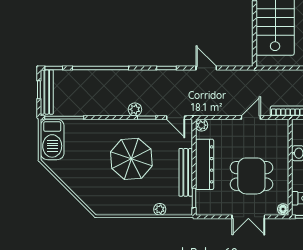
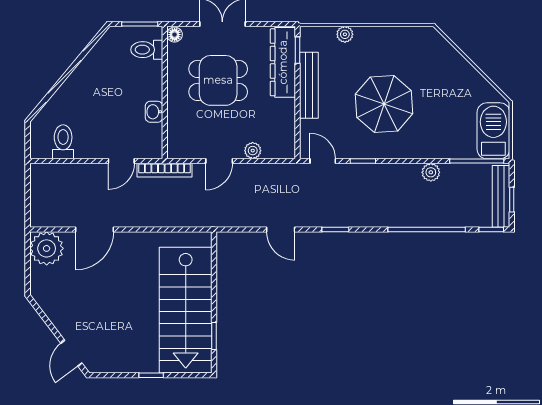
plant: (135, 109) -> (431, 172), moved
plant: (202, 125) -> (253, 151), moved
dresser: (205, 164) -> (283, 62), moved

